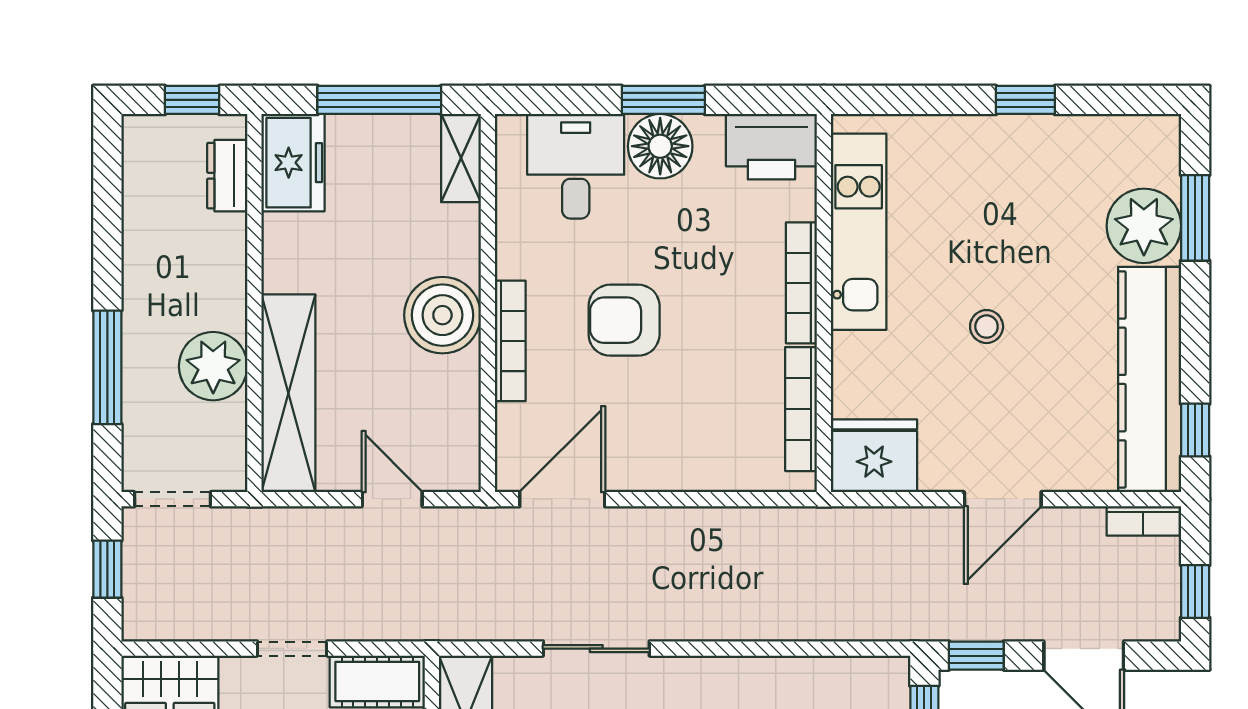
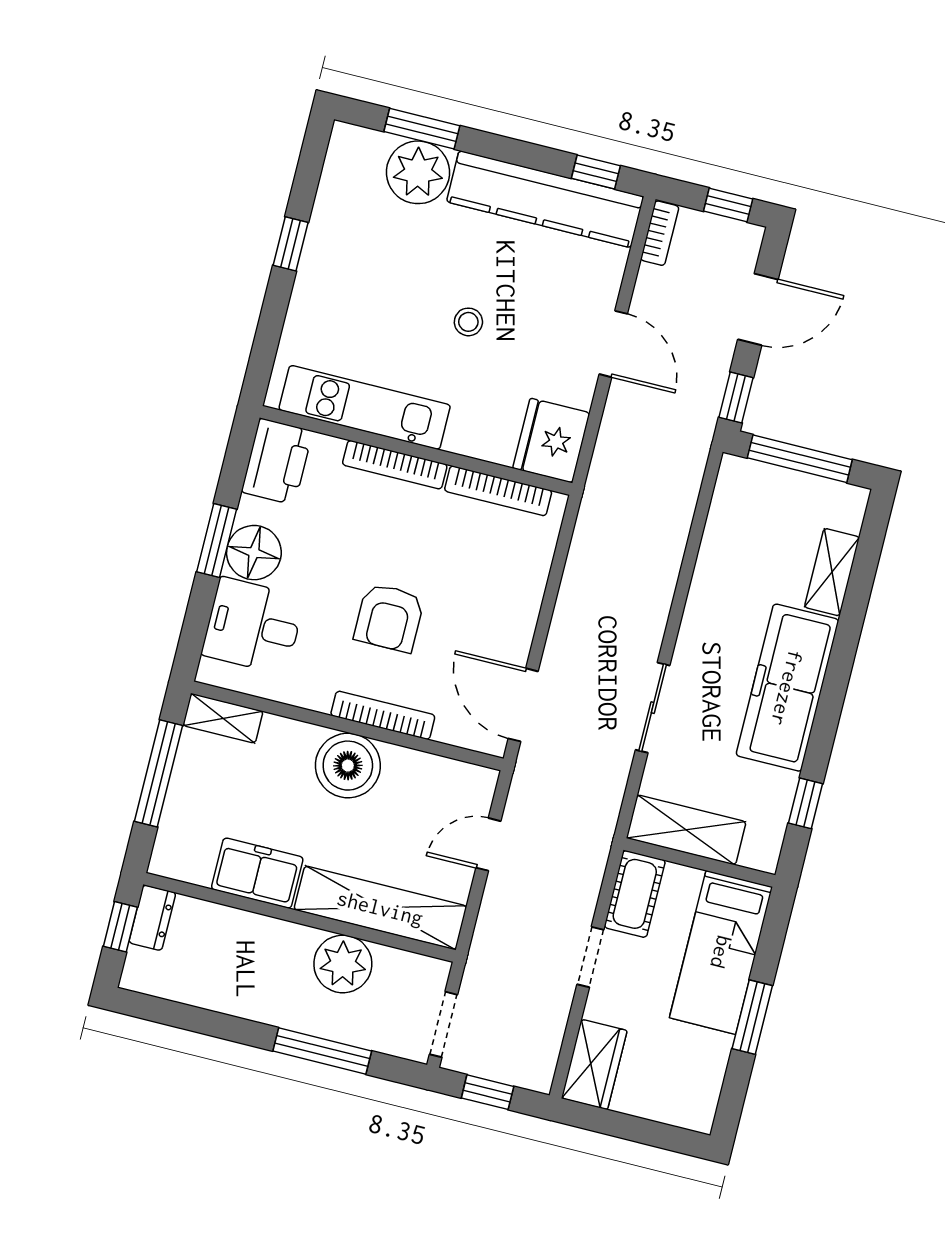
freezer: (293, 163) -> (257, 873), moved
dresser: (227, 176) -> (152, 918), moved, turned -90

